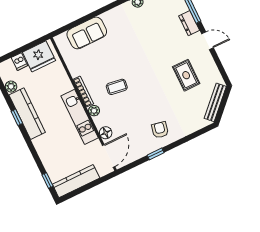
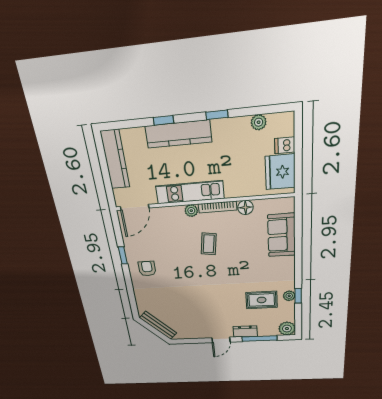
rug: (186, 75) -> (262, 300), moved
kitchen counter: (27, 114) -> (178, 134), moved
armchair: (160, 130) -> (147, 269), turned -102
floor lamp: (106, 133) -> (245, 207), moved
door: (109, 156) -> (135, 207), hinge flipped
window: (48, 181) -> (163, 120), moved

